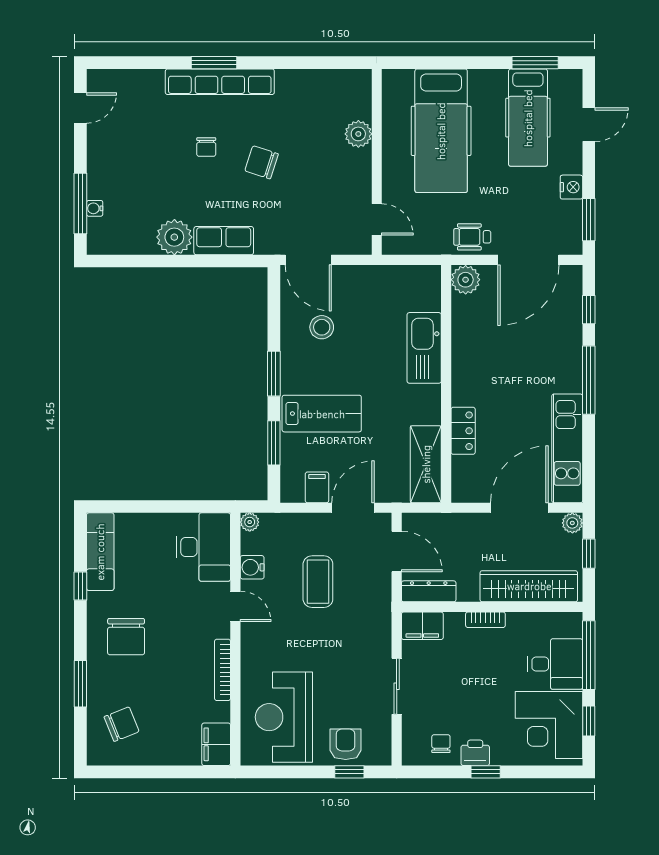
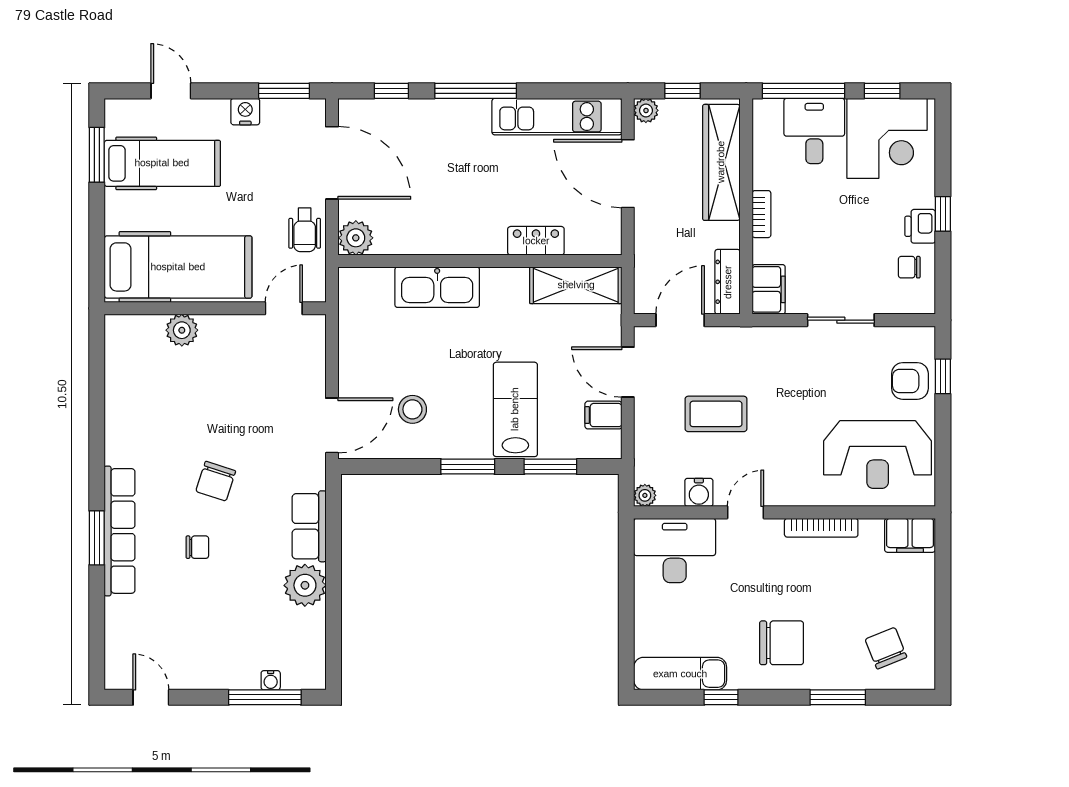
plant: (358, 134) -> (182, 330), moved
wall: (377, 162) -> (215, 308), moved
door: (377, 219) -> (284, 308), moved

